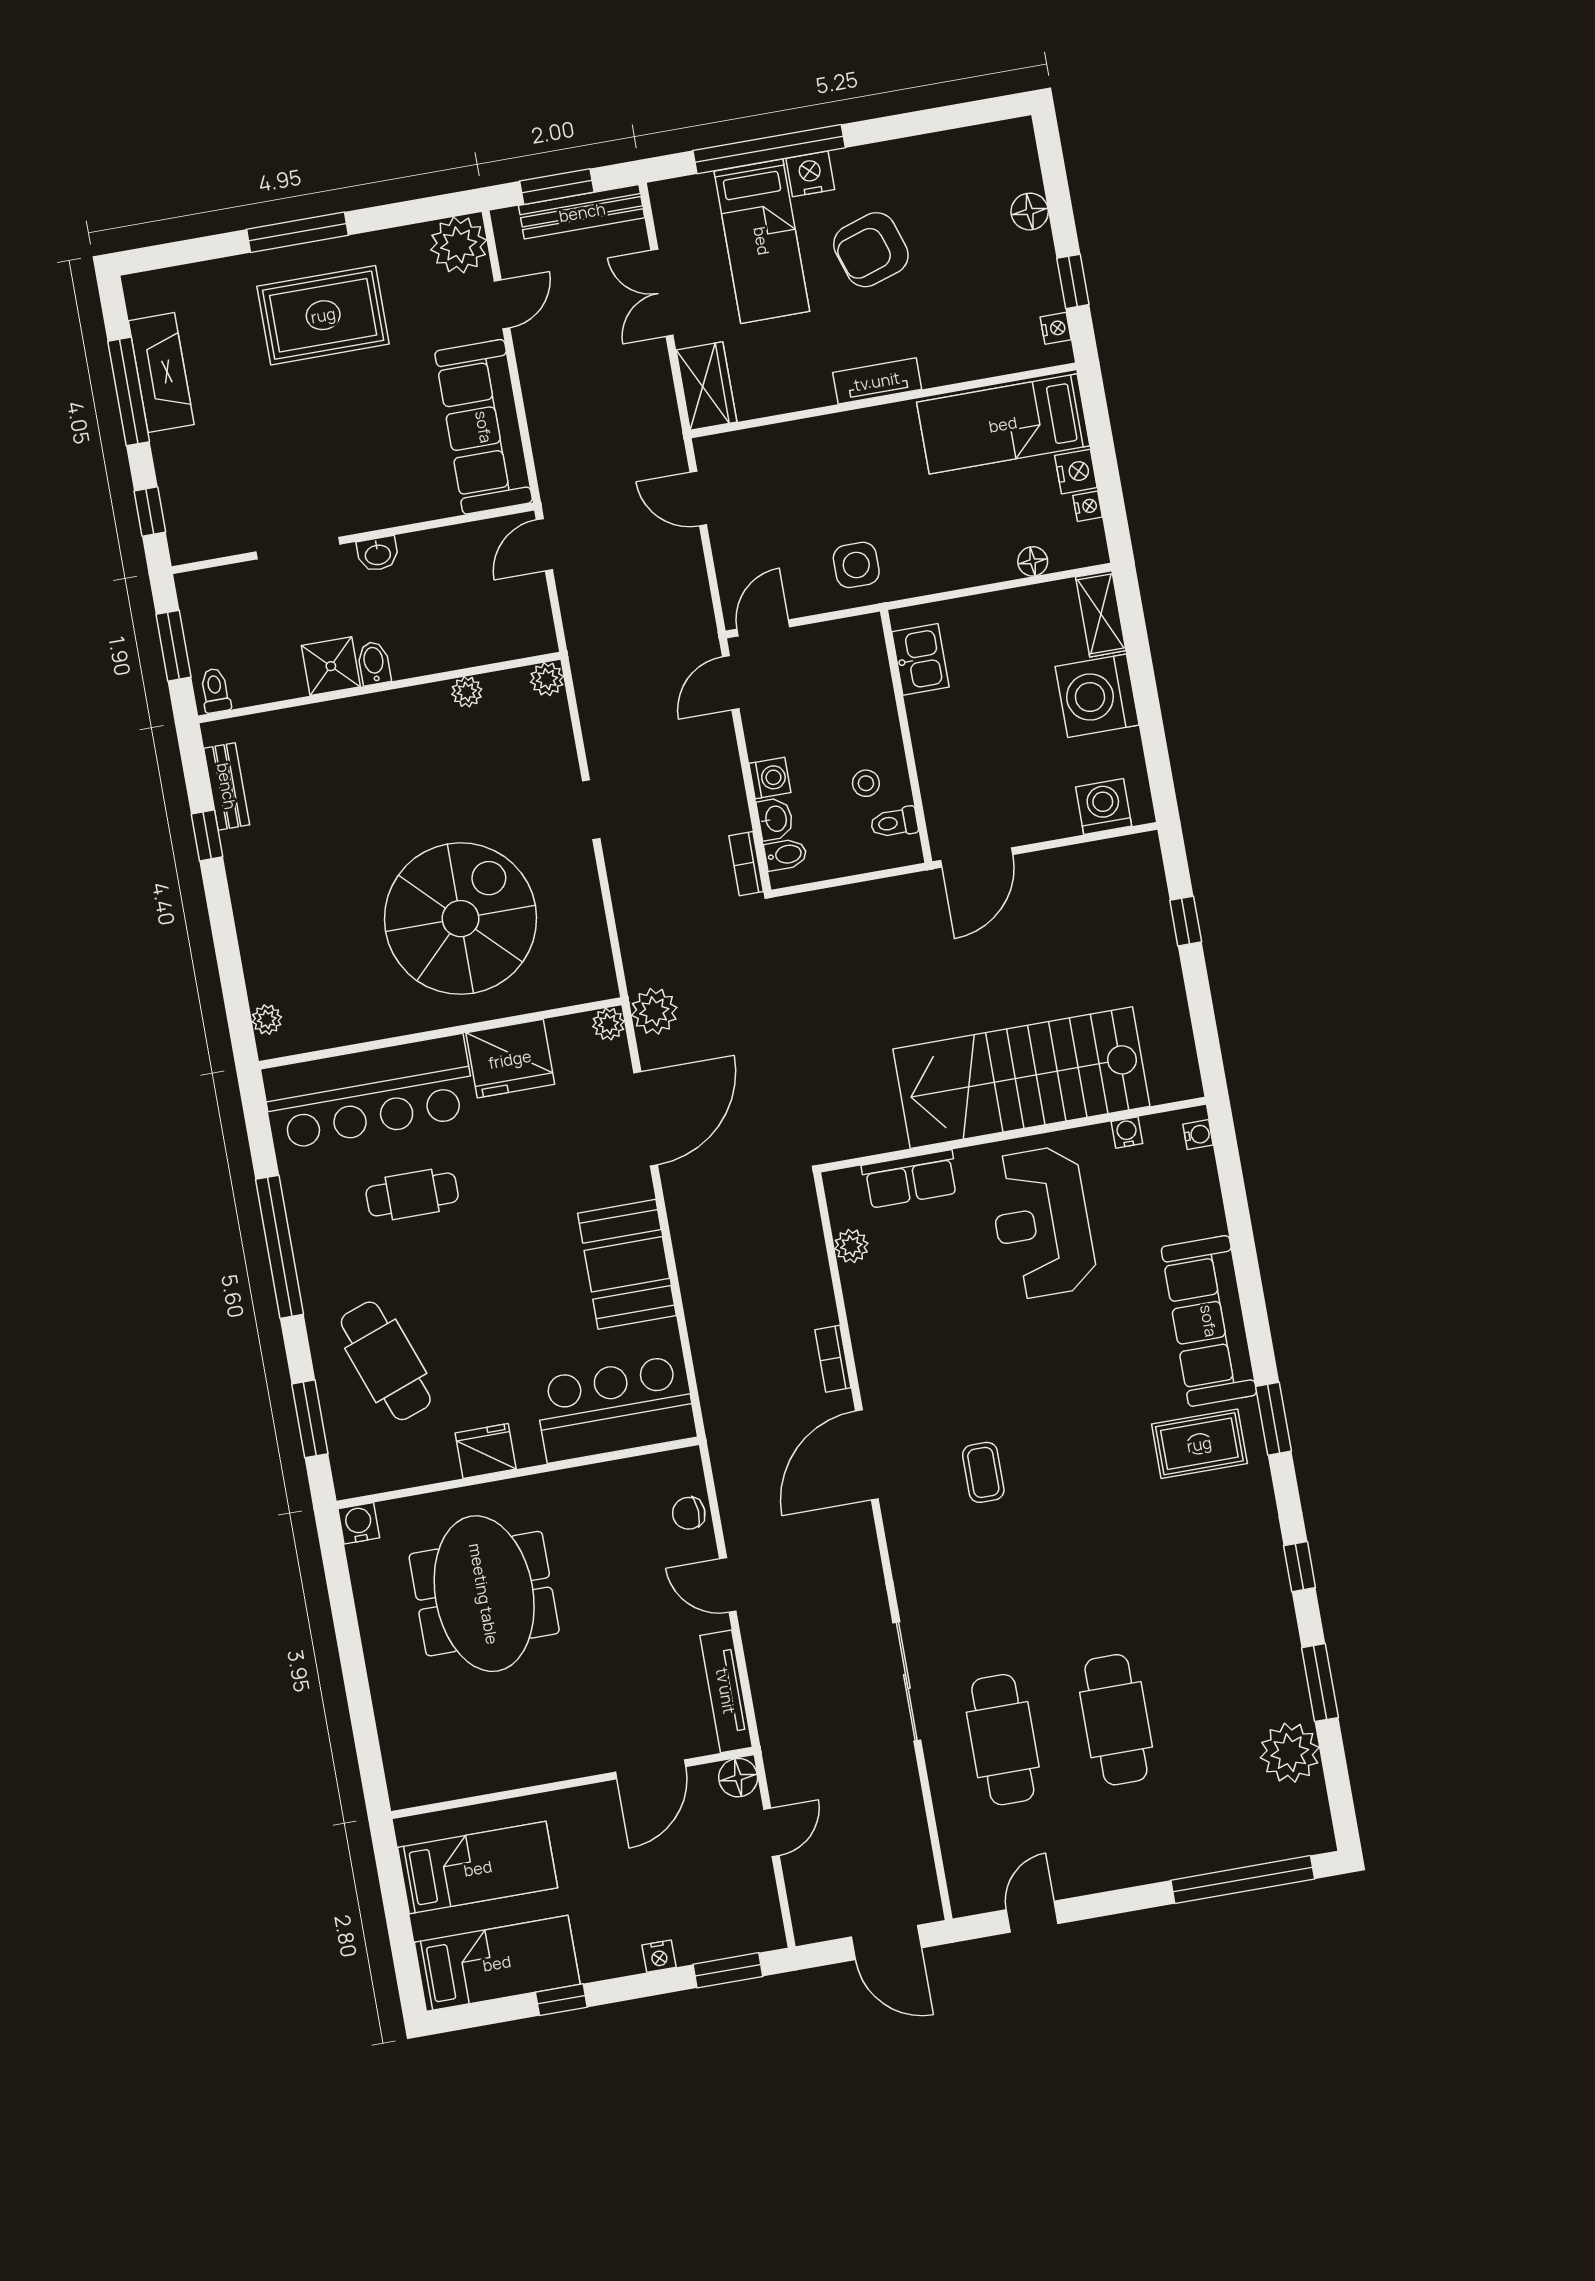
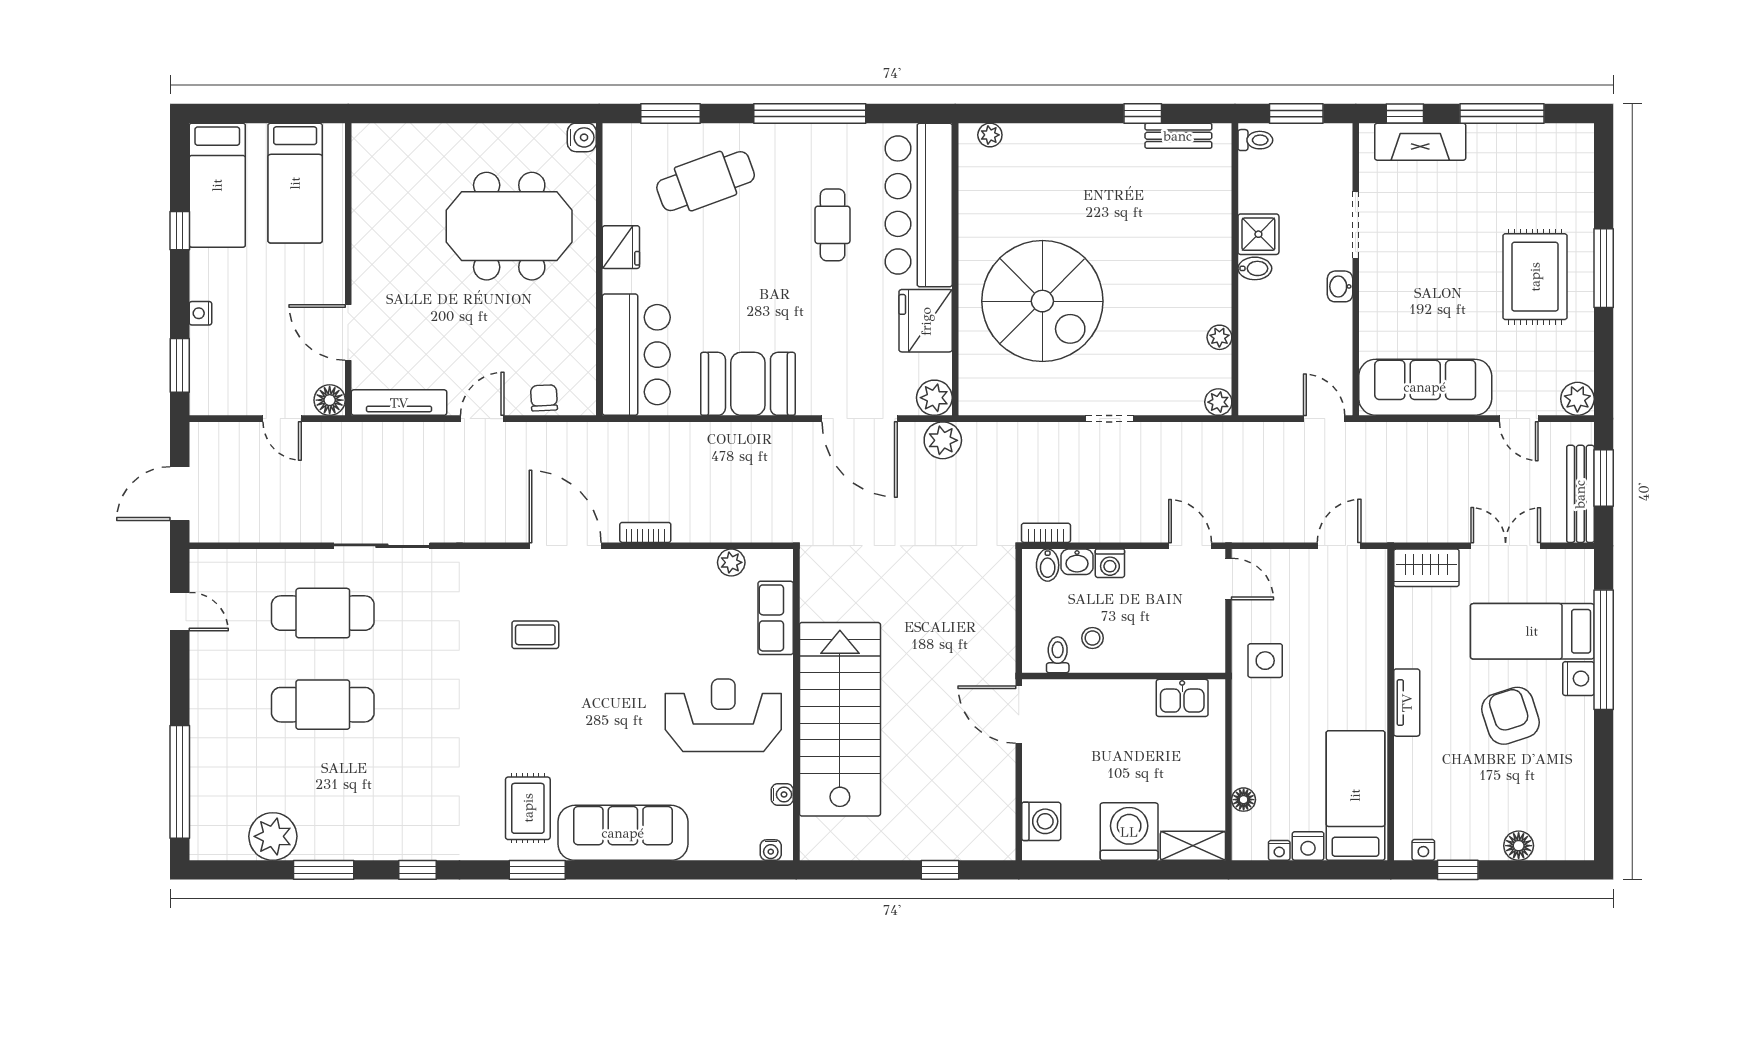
plant: (459, 245) -> (1577, 399), width x0.73, depth x0.73
fireplace: (161, 373) -> (1420, 142), moved
plant: (608, 1024) -> (934, 398), width x1.38, depth x1.38

